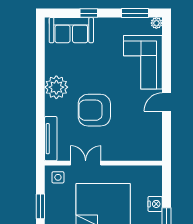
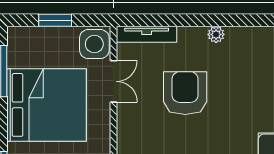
plant: (56, 87) -> (216, 34), width x0.53, depth x0.53
side table: (58, 177) -> (94, 44), width x1.87, depth x1.87

